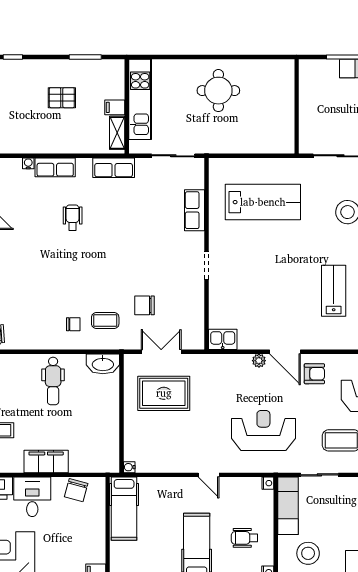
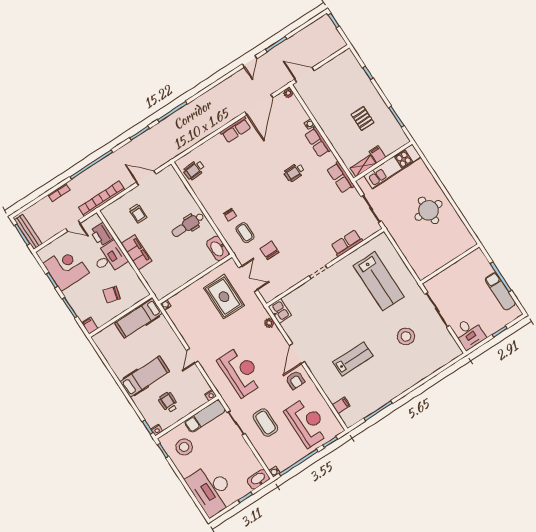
wheelchair: (73, 218) -> (294, 172), turned 180
plant: (259, 361) -> (269, 323), moved
chair: (76, 490) -> (112, 295), moved

